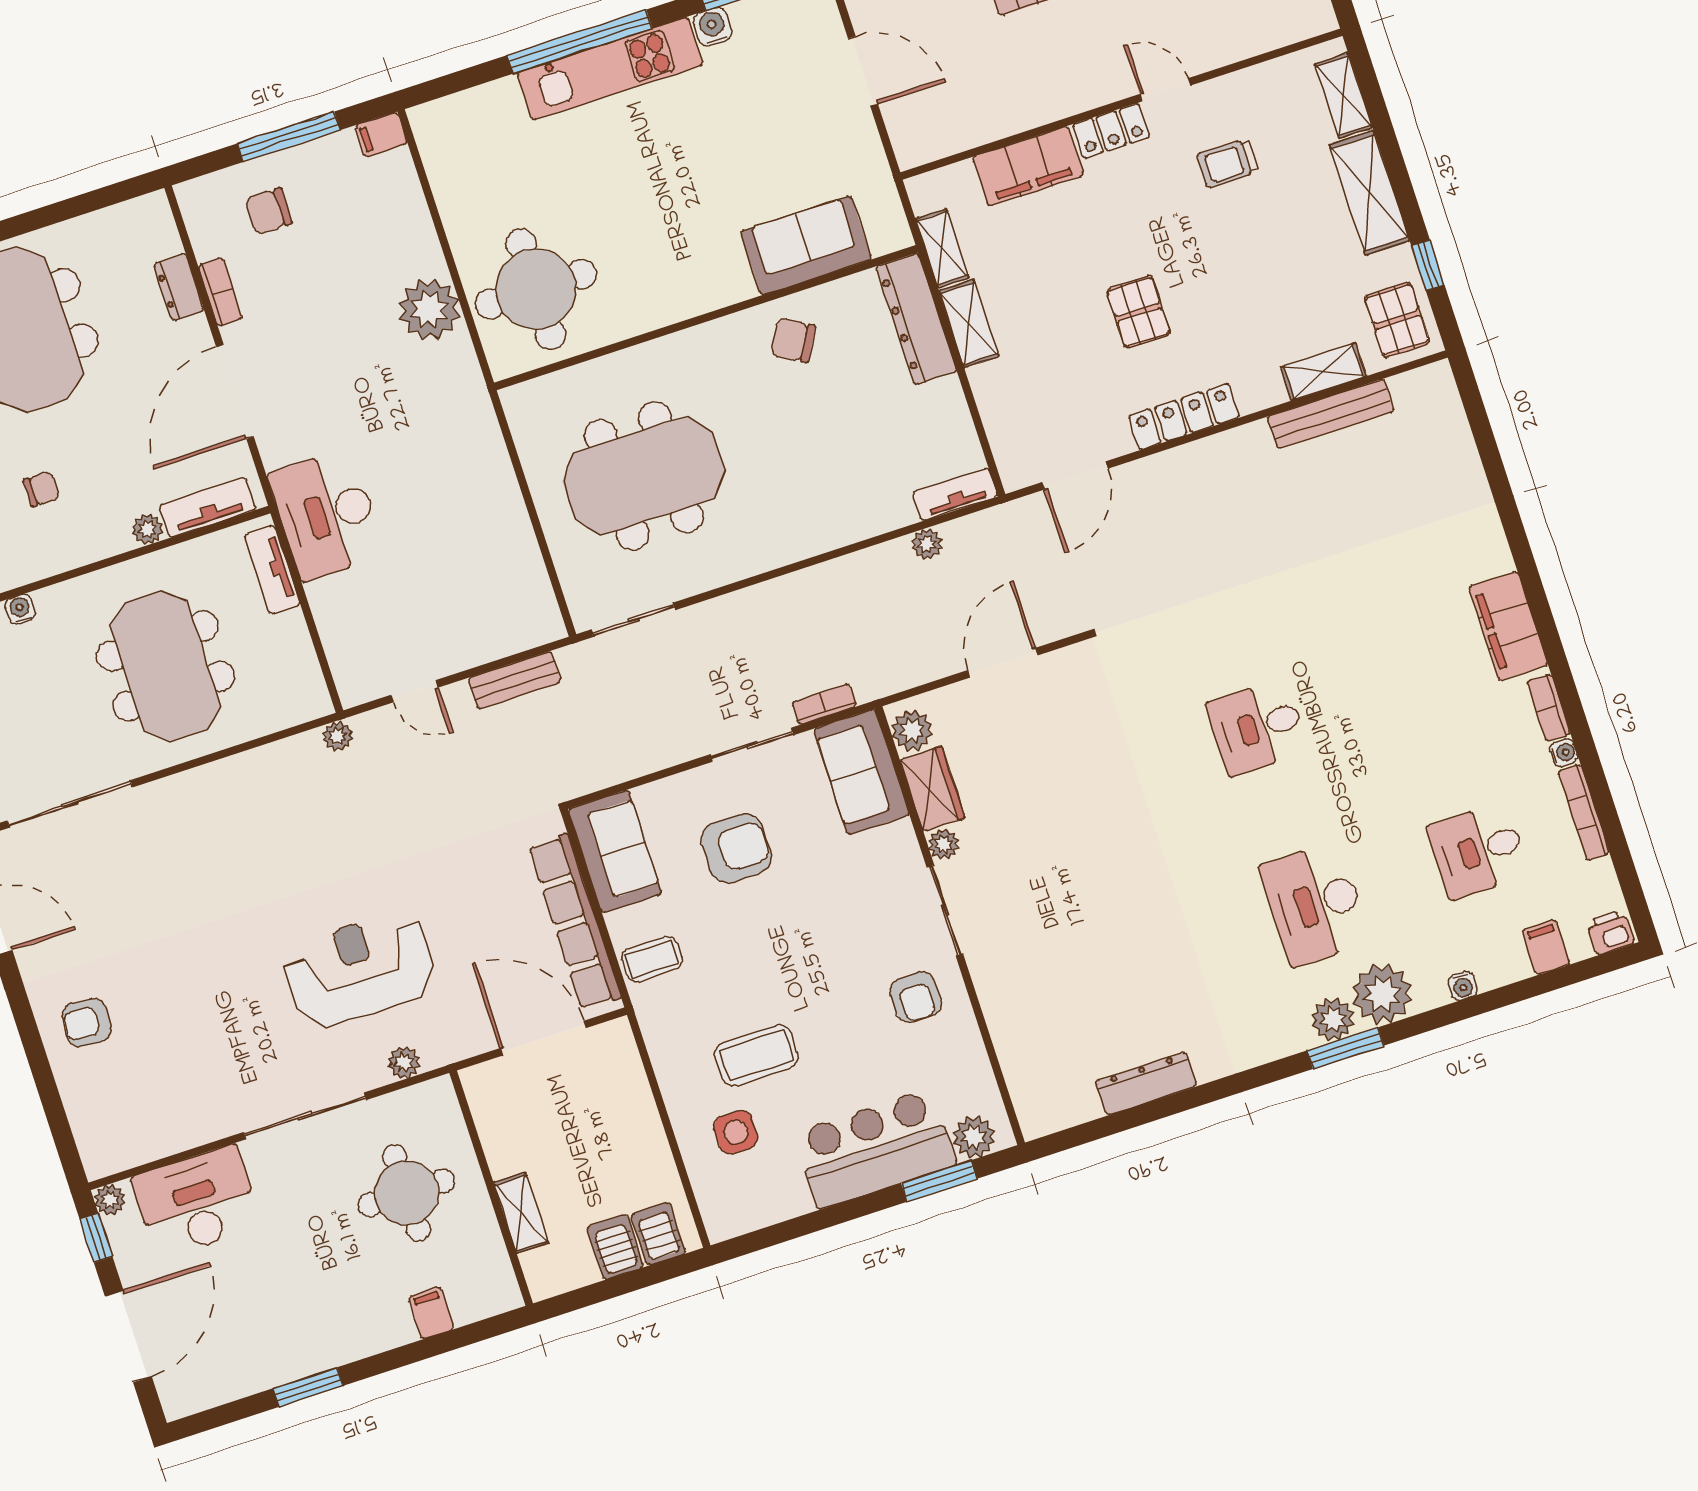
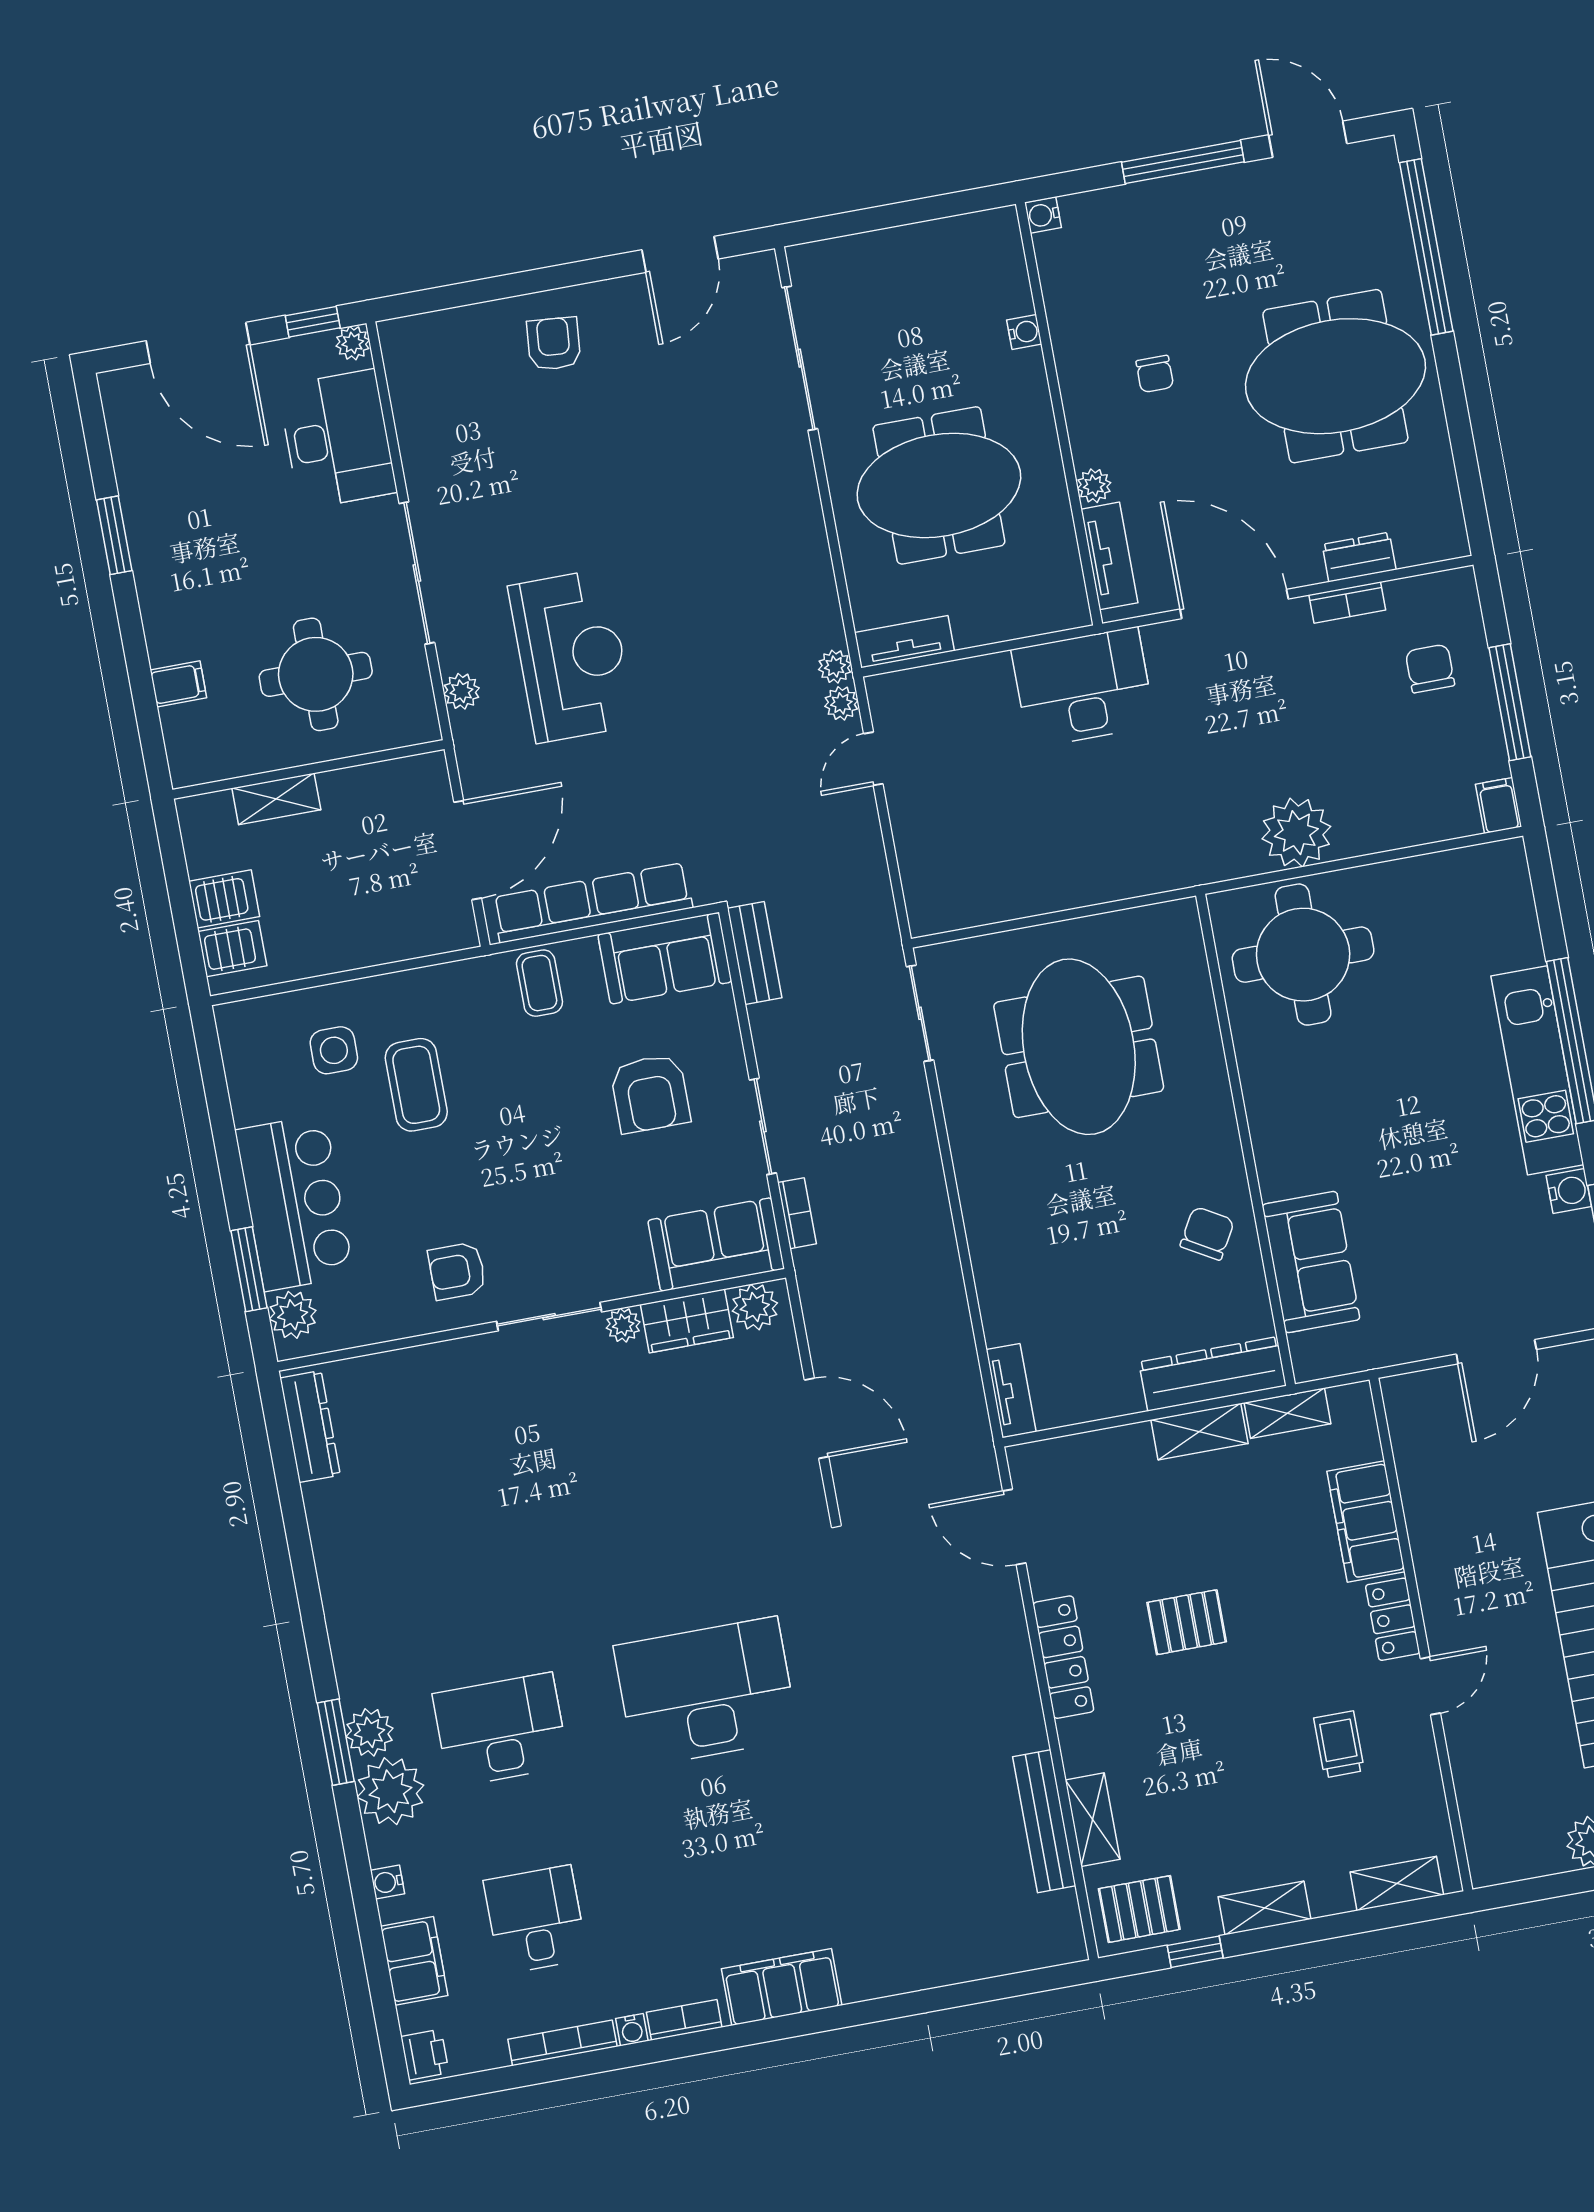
shelving: (1369, 193) -> (1265, 1908), width x0.67, depth x0.75
plant: (927, 544) -> (841, 703), moved
tv unit: (272, 570) -> (904, 642), moved
bench: (515, 680) -> (755, 953), moved
desk: (1257, 727) -> (706, 1692), width x1.87, depth x1.30
filing cabinet: (1546, 947) -> (414, 1961), width x2.00
dresser: (1146, 1083) -> (310, 1426), moved

